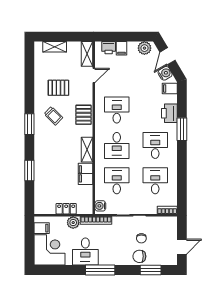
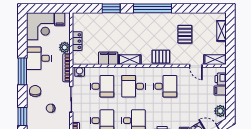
trolley: (53, 116) -> (160, 30), removed
window: (29, 124) -> (152, 8), width x2.11
chair: (139, 256) -> (35, 91), moved

